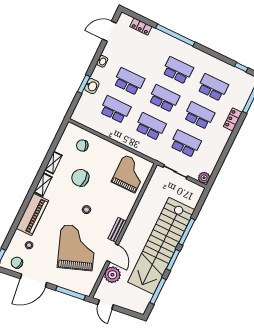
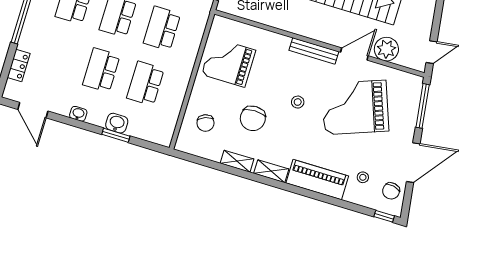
grand piano: (130, 174) -> (229, 62), moved
bench: (117, 230) -> (314, 51), width x1.36
door: (33, 281) -> (413, 163), hinge flipped

